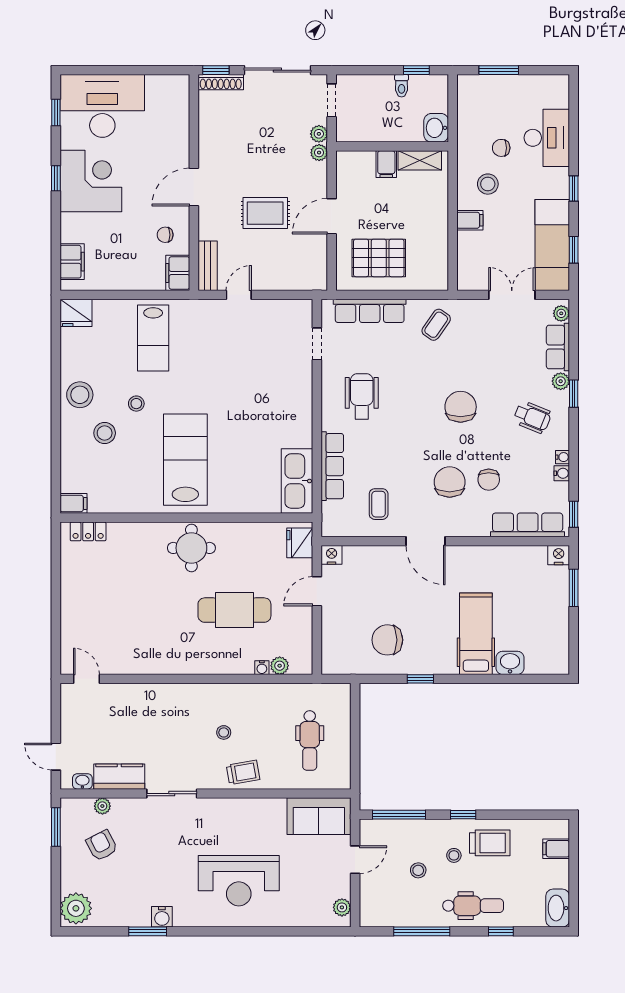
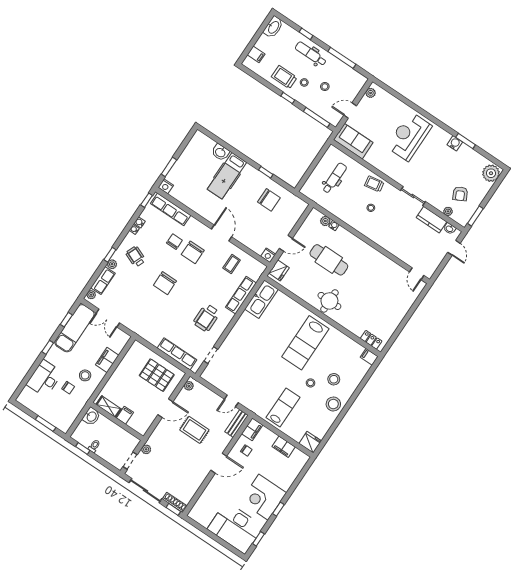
plant: (319, 153) -> (189, 386), moved
filing cabinet: (470, 220) -> (107, 360), width x2.00
filing cabinet: (72, 262) -> (284, 447), moved, turned -90
coffee table: (436, 325) -> (151, 328), removed
reception desk: (239, 881) -> (409, 136), turned -90

